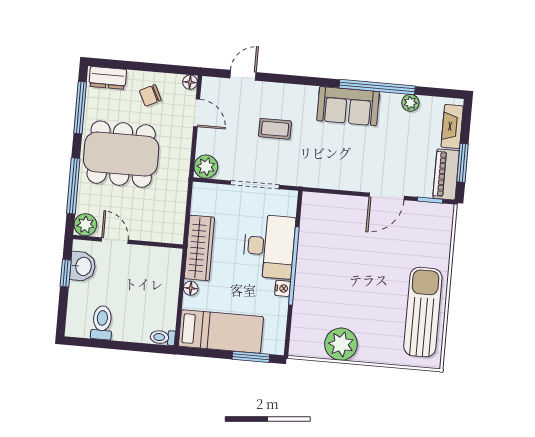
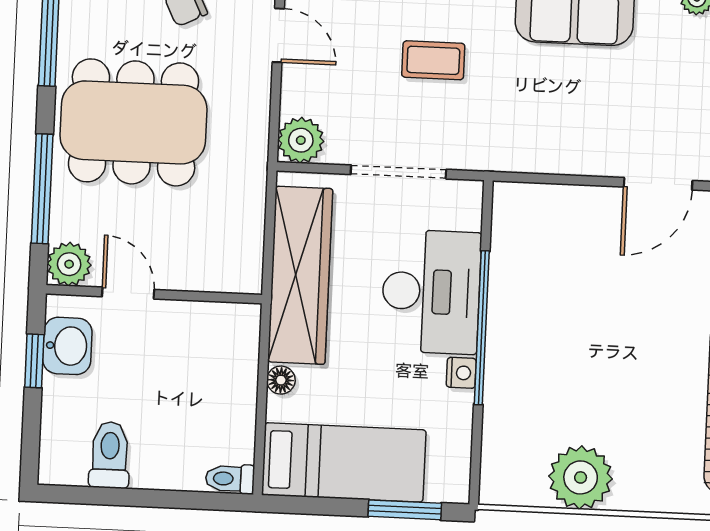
wardrobe: (199, 248) -> (300, 275), width x1.40, depth x1.17

